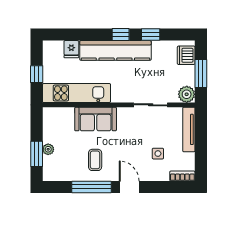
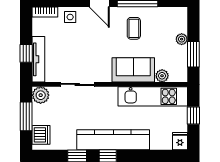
fridge: (71, 49) -> (180, 141), moved
plant: (67, 113) -> (162, 76), added
window: (201, 135) -> (26, 53), added
window: (37, 154) -> (193, 54), moved
side table: (158, 154) -> (70, 17), moved

